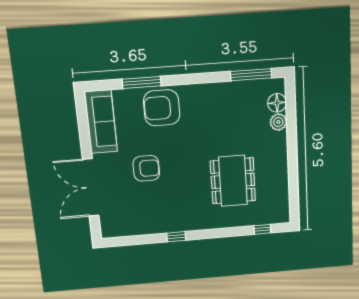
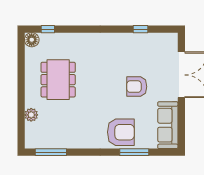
floor lamp: (277, 103) -> (32, 40), moved
dining table: (233, 181) -> (58, 80), moved
window: (176, 237) -> (141, 29), moved

